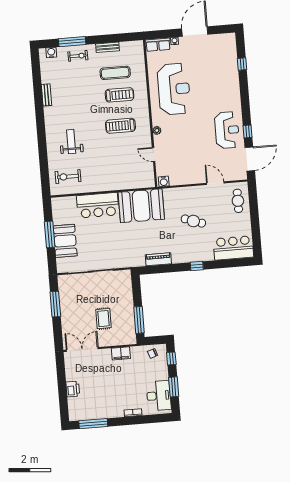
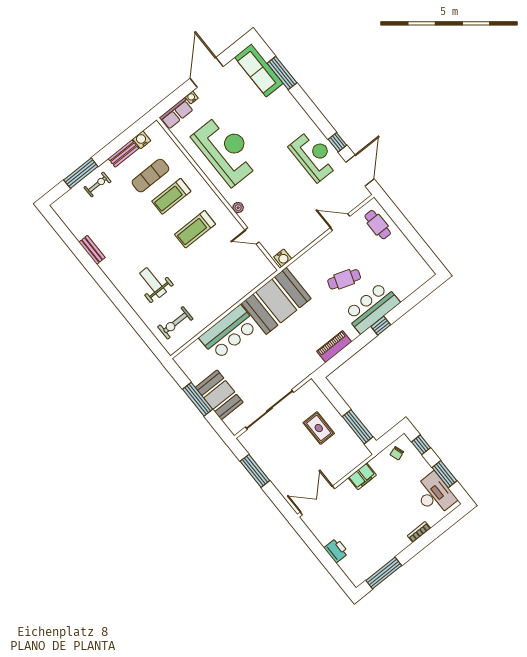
water cooler: (51, 53) -> (142, 140), moved
sofa: (229, 53) -> (259, 70), added
window: (242, 64) -> (282, 73), width x2.17
treadmill: (120, 95) -> (171, 196), turned 180
bar counter: (233, 248) -> (372, 308), moved
rug: (103, 319) -> (319, 428), moved

